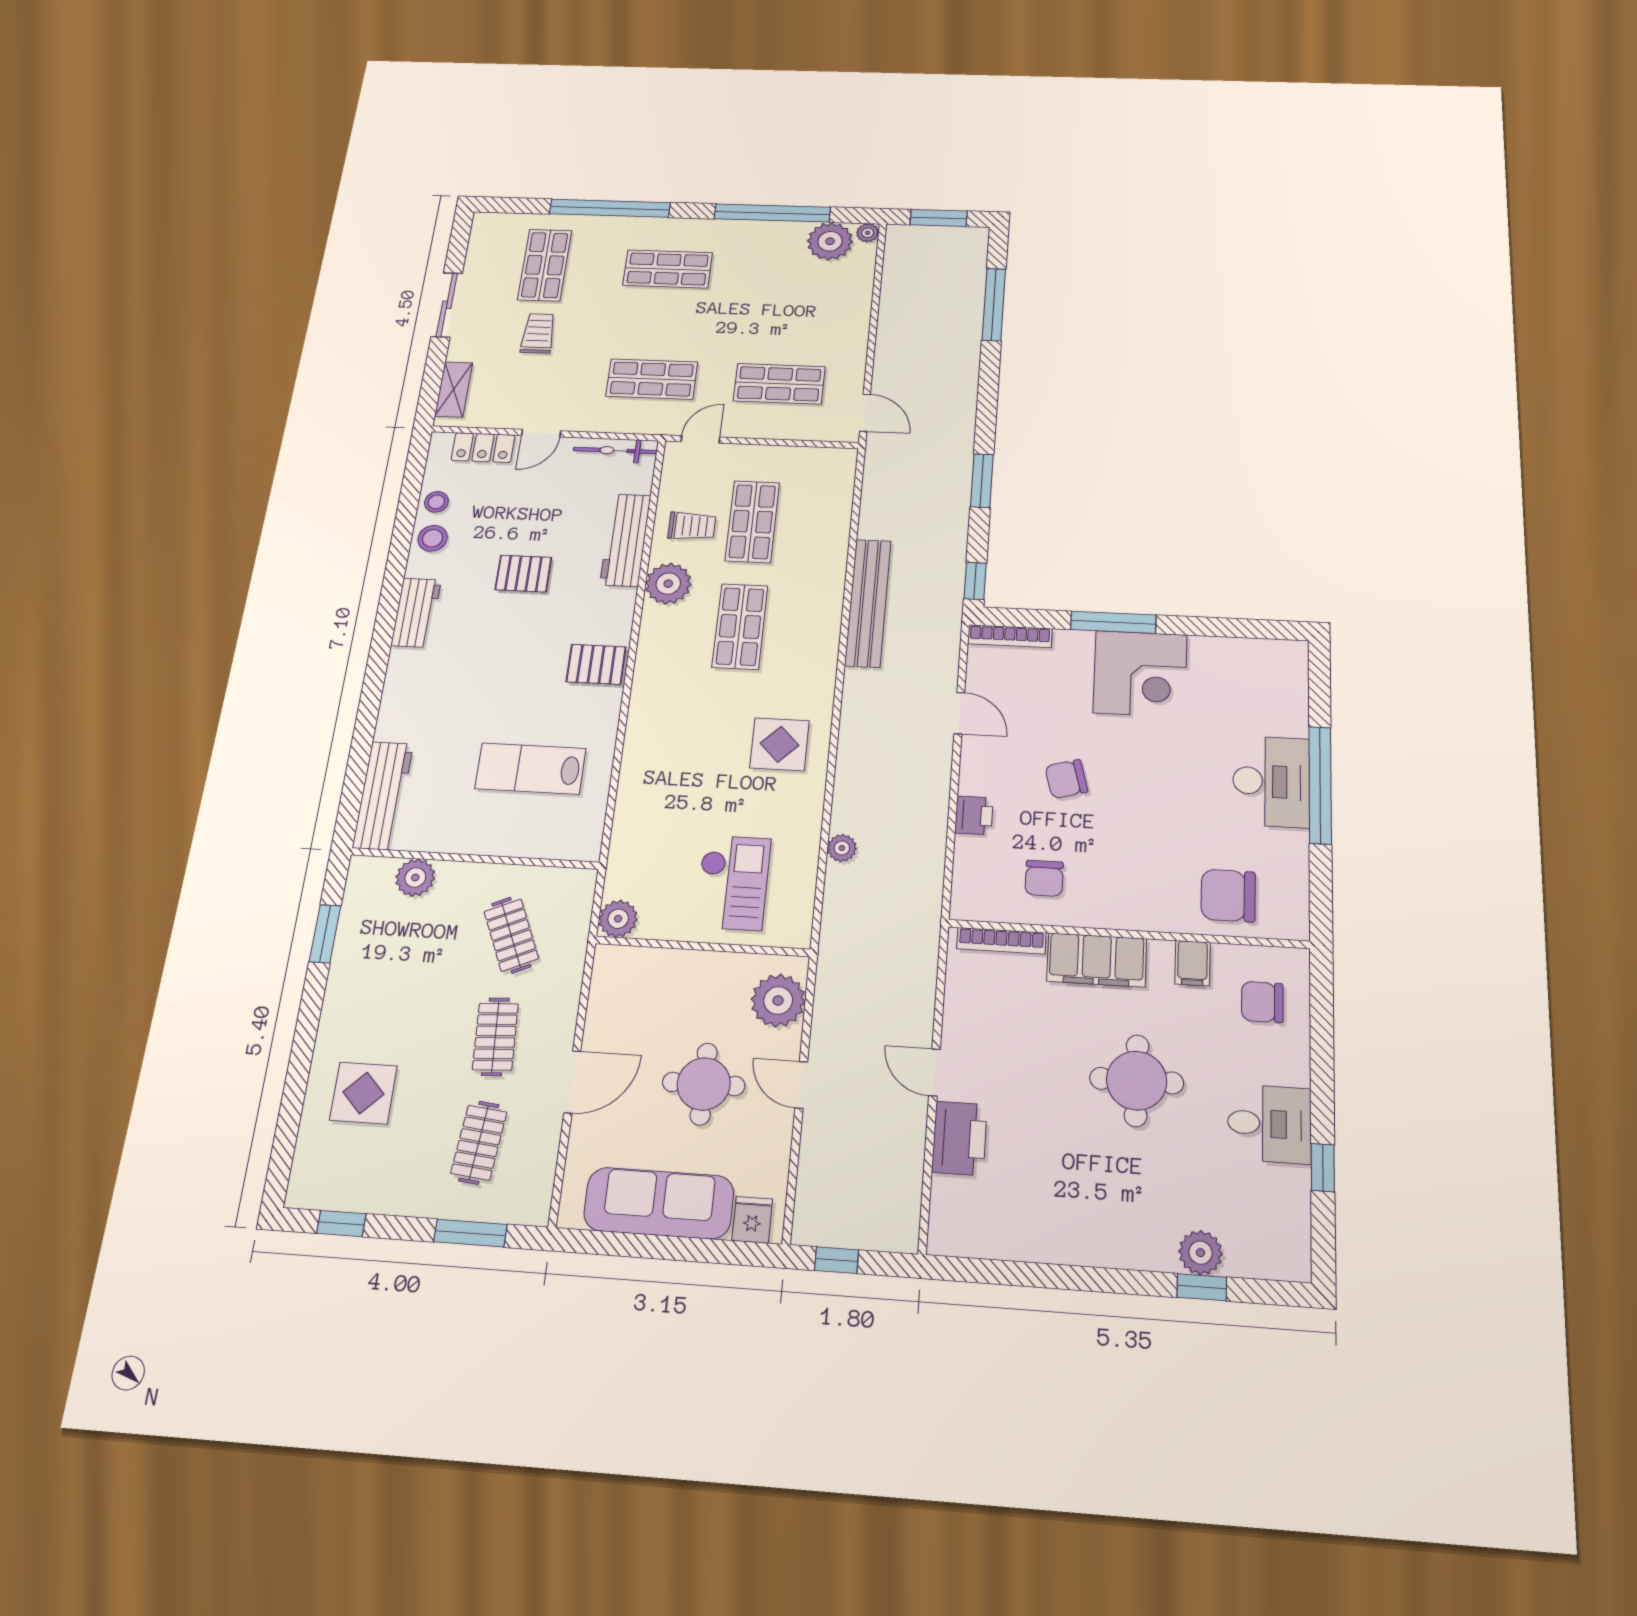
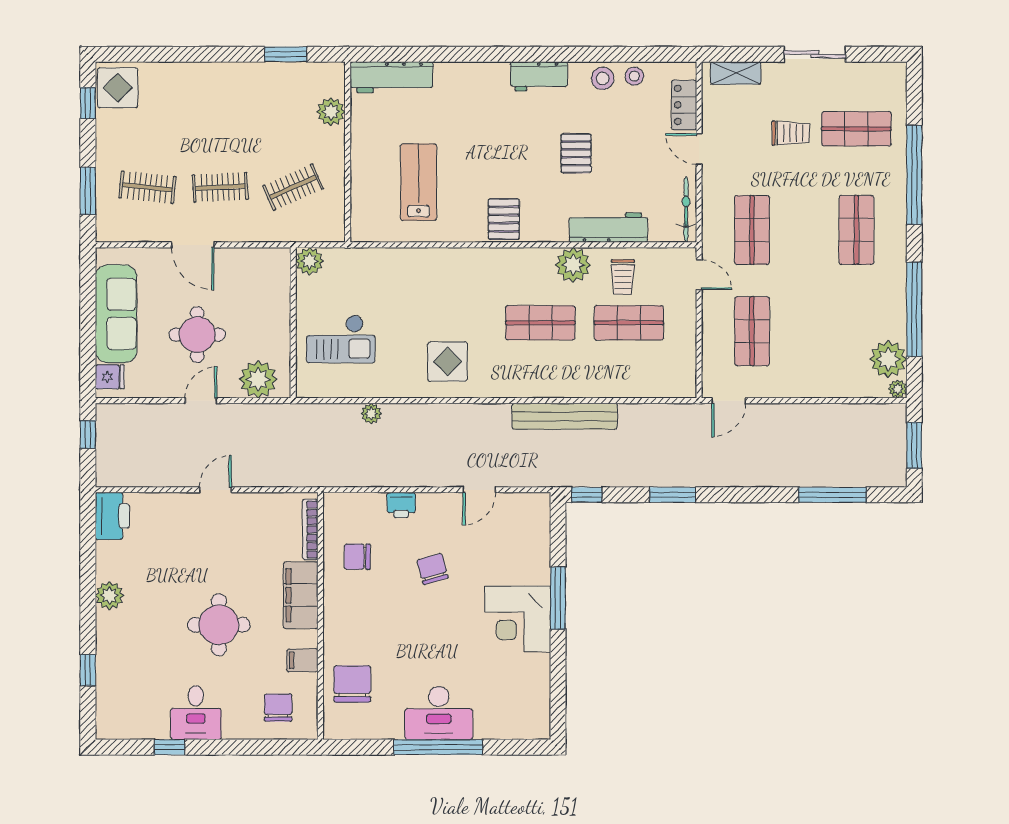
bookcase: (1010, 636) -> (543, 523), removed
display table: (363, 1093) -> (118, 88), moved
printer: (959, 1138) -> (112, 516), moved, turned -90
plant: (1200, 1253) -> (109, 596), moved

